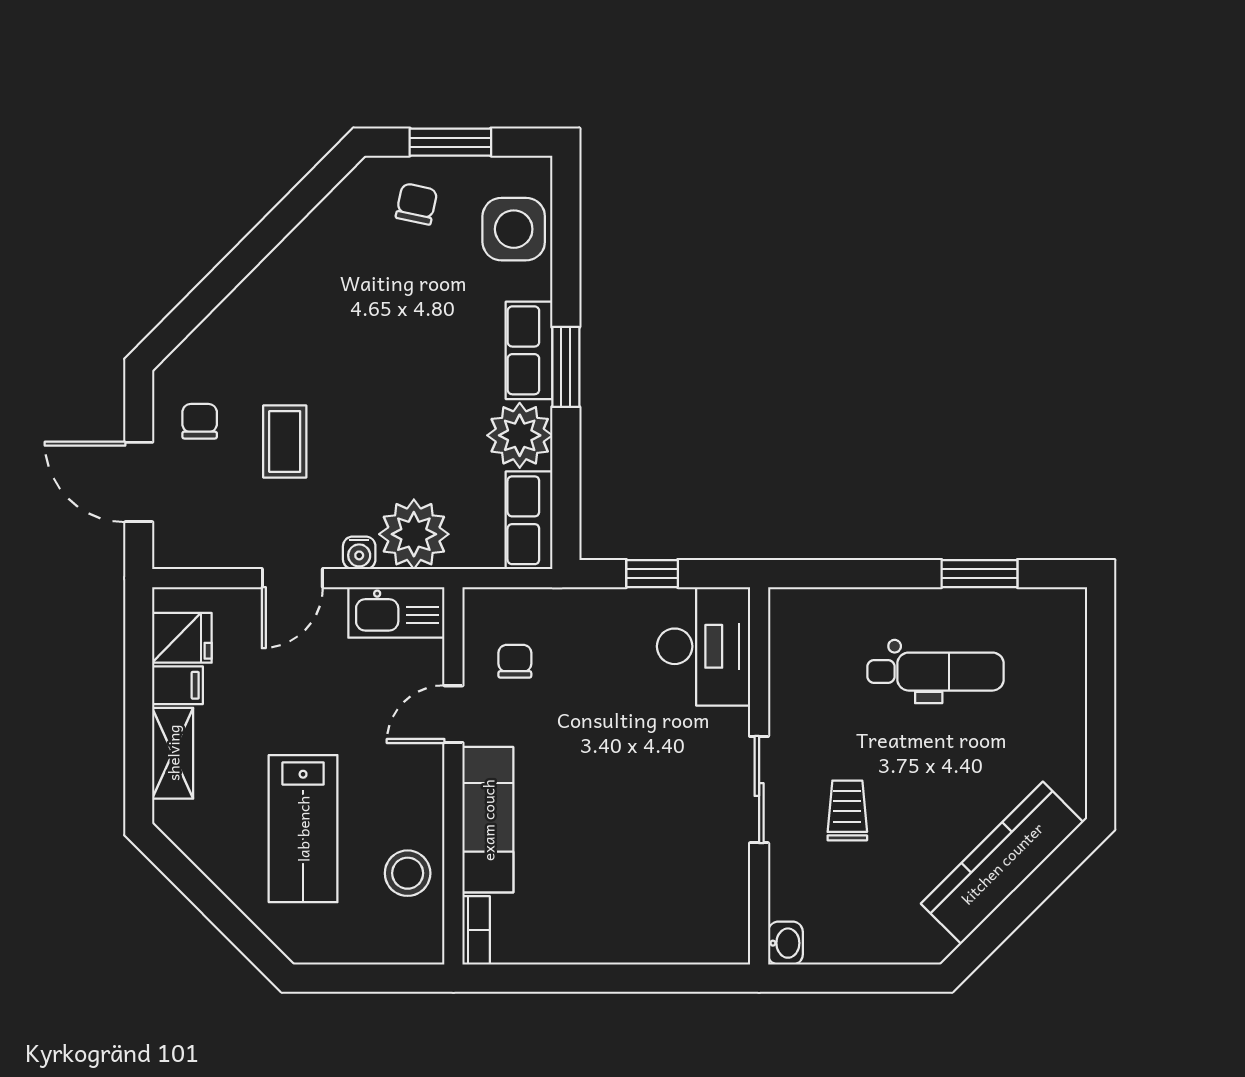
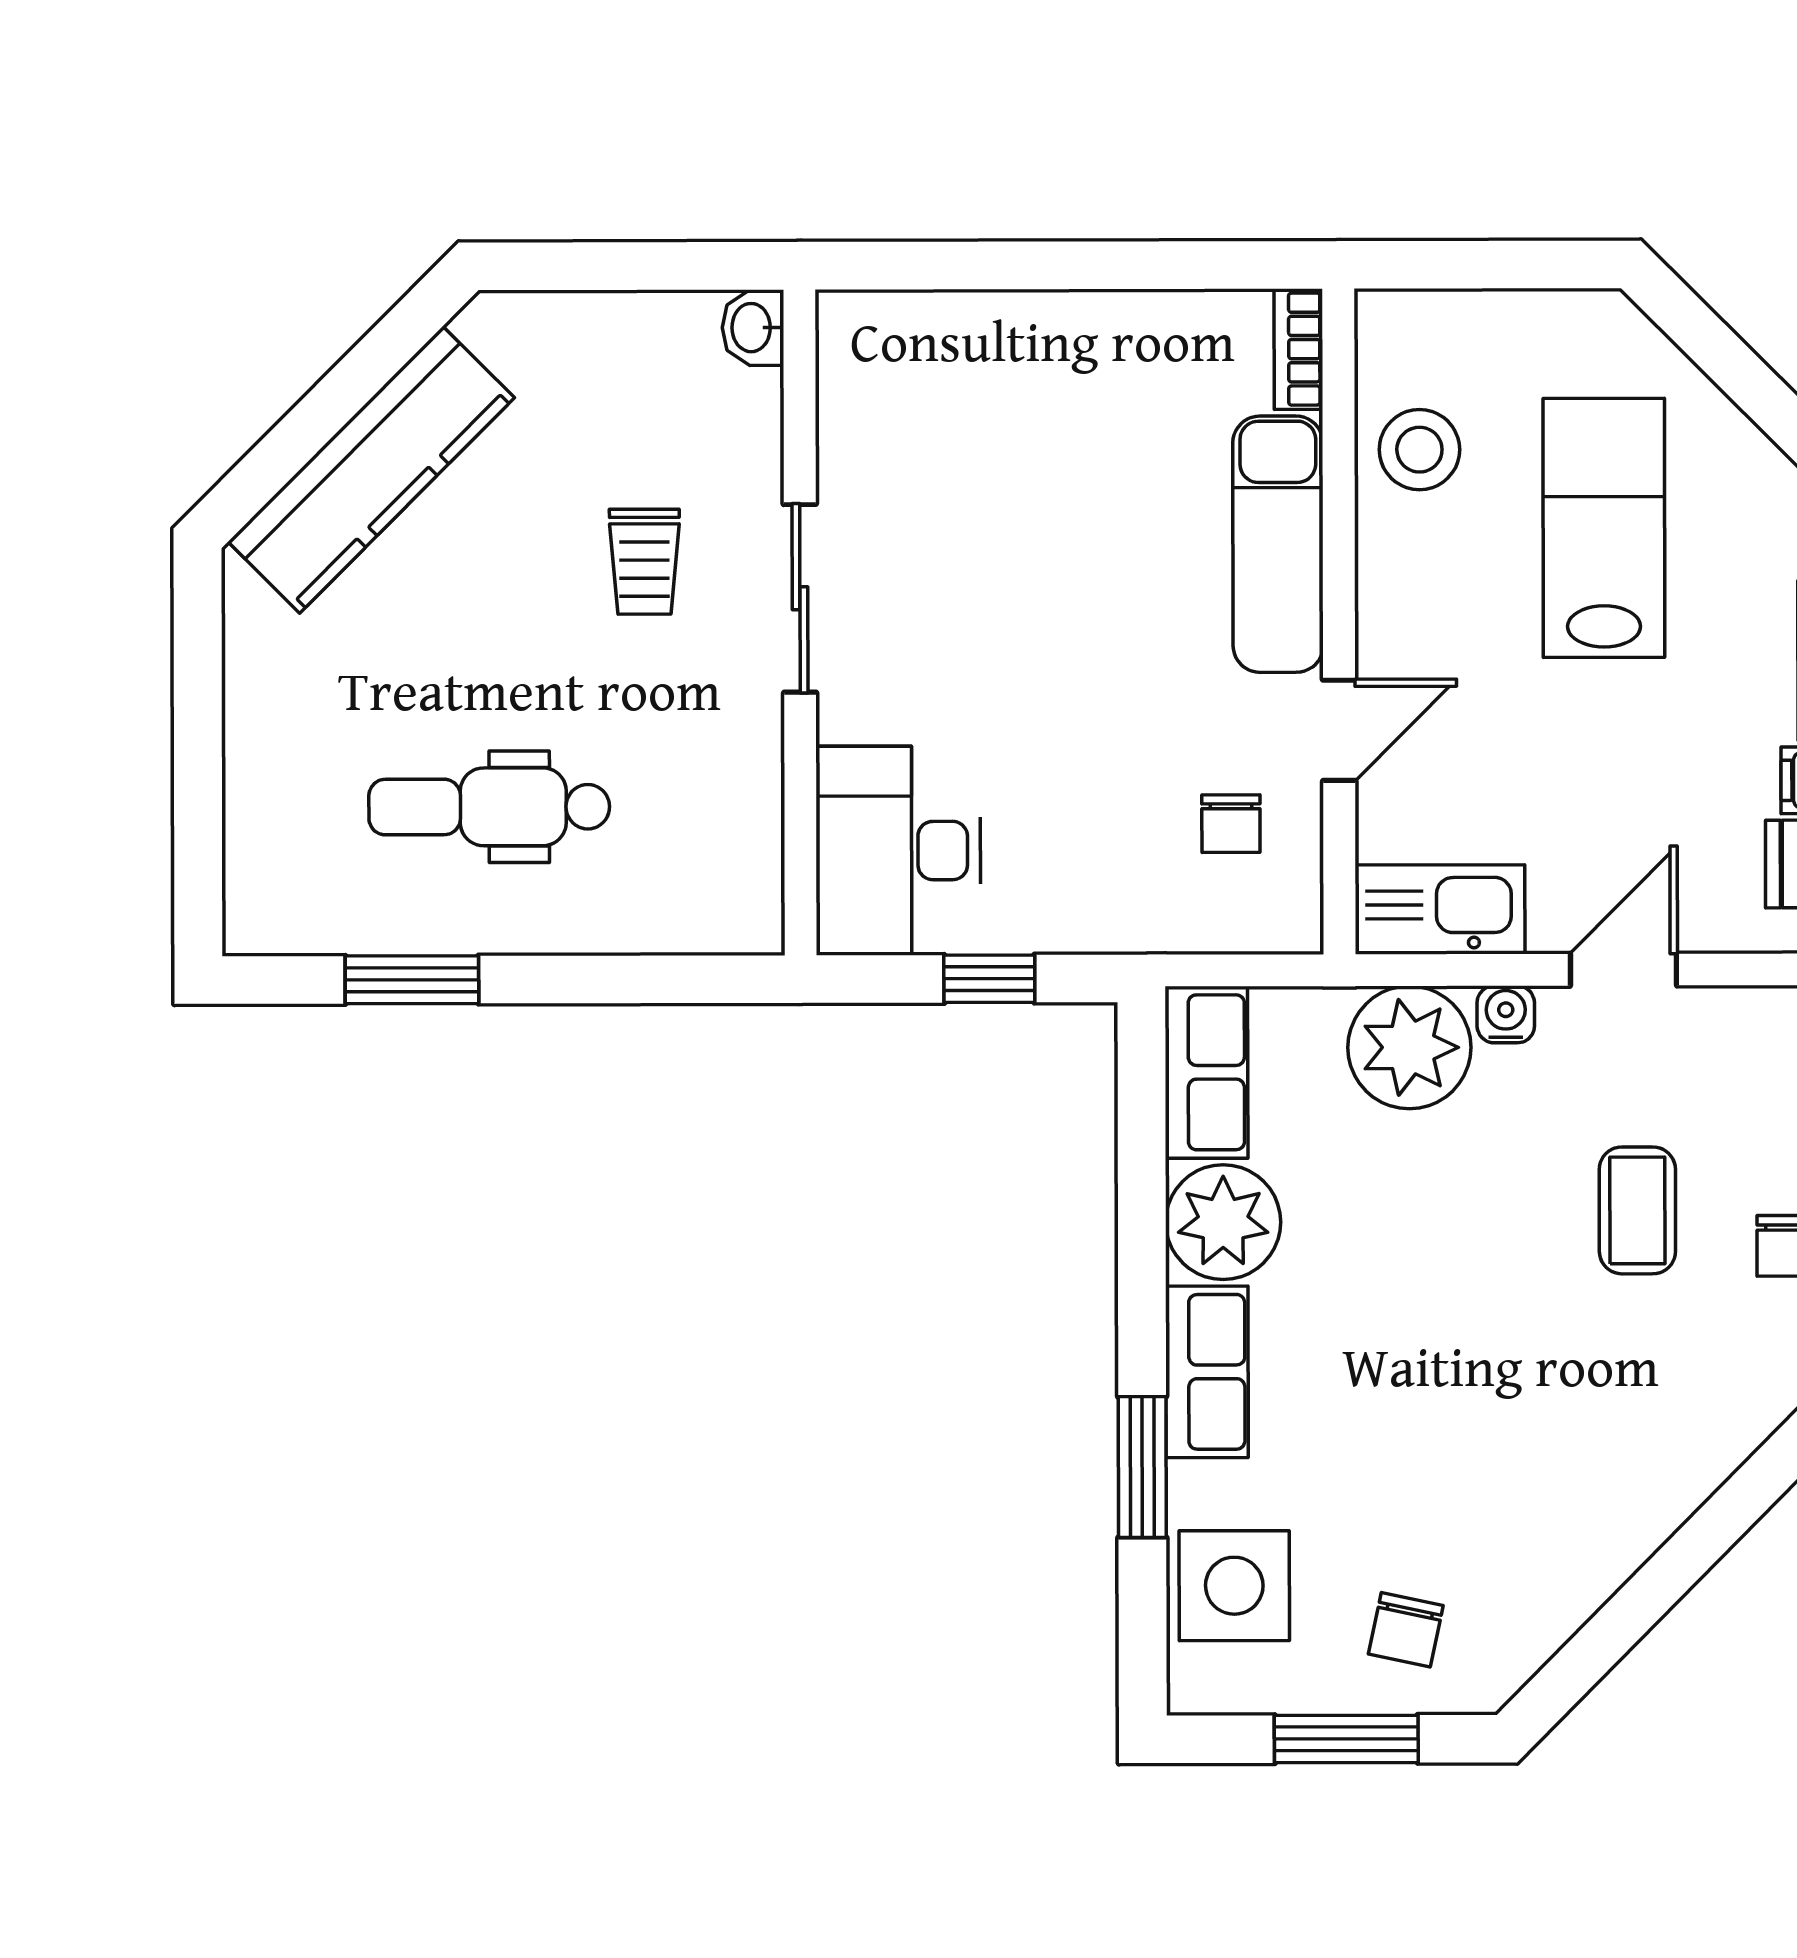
window: (566, 367) -> (1142, 1467), moved

